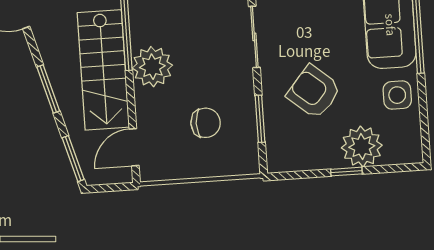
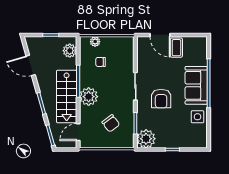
armchair: (314, 92) -> (161, 99), moved, turned -130
chair: (206, 123) -> (111, 123), turned 53
plant: (362, 147) -> (146, 139), moved

